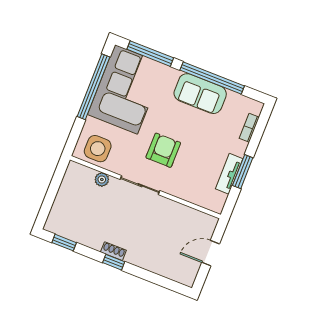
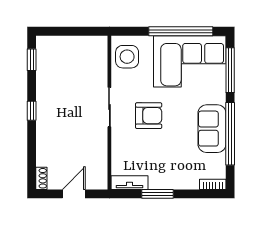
bookcase: (249, 128) -> (213, 184), moved
tv unit: (229, 174) -> (130, 183), moved
plant: (102, 179) -> (101, 71), removed
shoe rack: (113, 251) -> (41, 178), moved
door: (211, 253) -> (74, 194), hinge flipped

